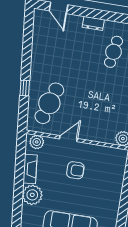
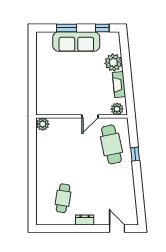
cafe table: (49, 103) -> (111, 144), turned -30
armchair: (75, 170) -> (79, 90), removed

